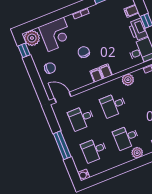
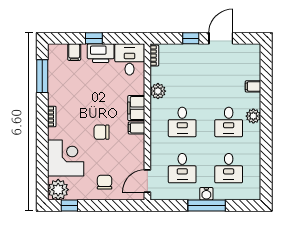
filing cabinet: (106, 71) -> (136, 108), width x2.00
water cooler: (84, 175) -> (206, 194), moved

